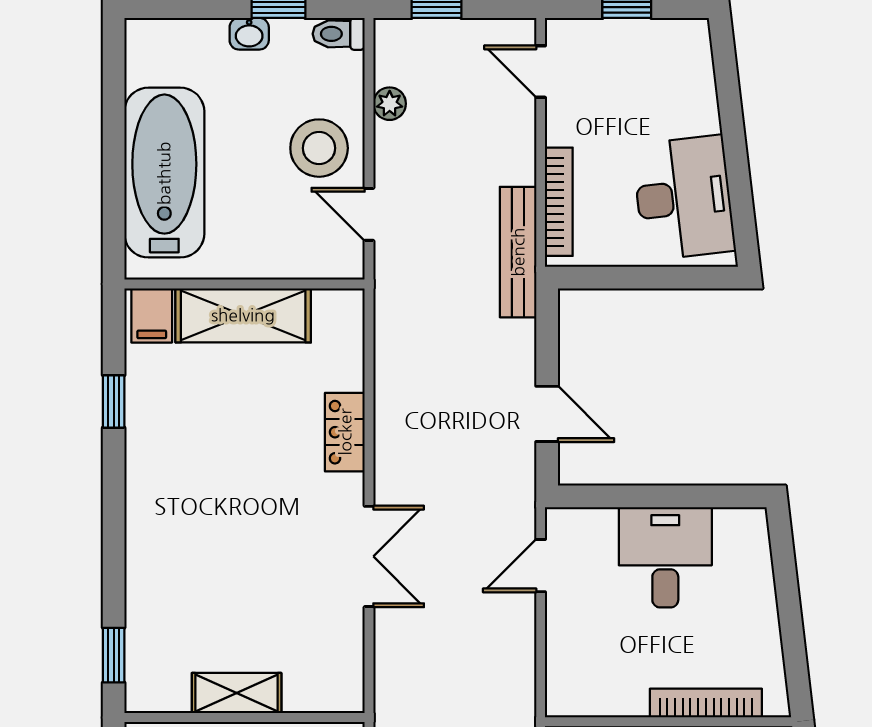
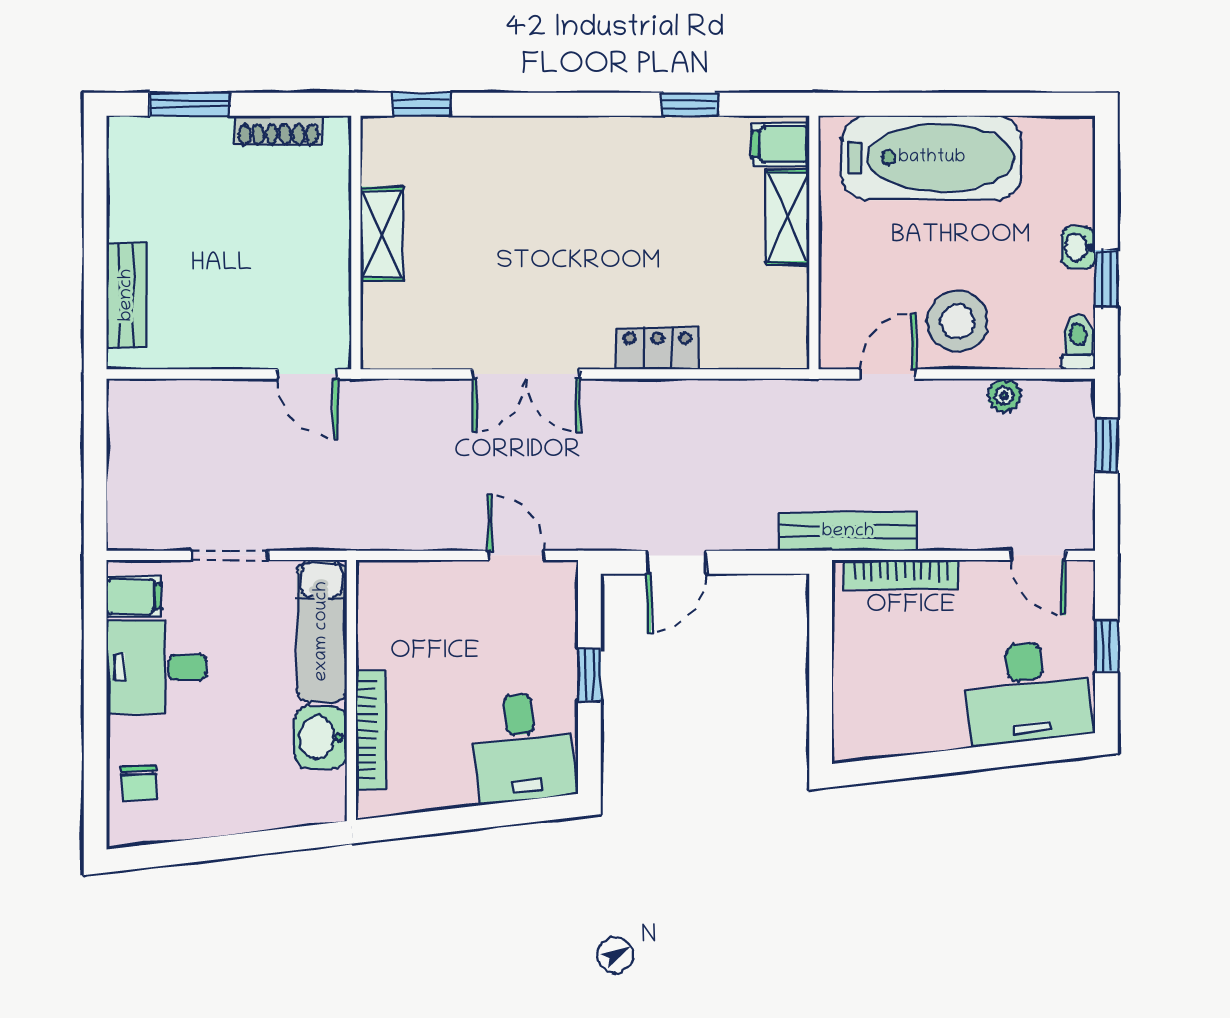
door: (541, 72) -> (1038, 555), swing flipped
desk: (684, 198) -> (1027, 692), moved
shelving: (243, 315) -> (788, 217), width x0.67, depth x0.75
window: (654, 496) -> (589, 675), added
desk: (665, 557) -> (523, 747), moved, turned 83

